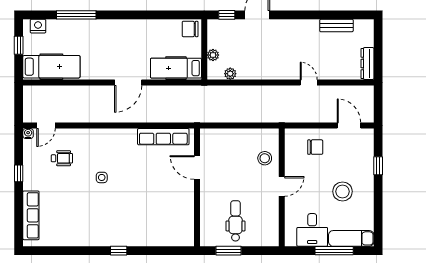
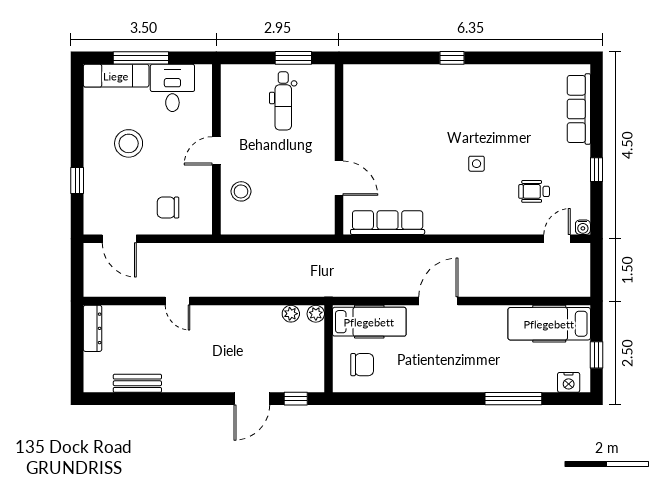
chair: (190, 29) -> (362, 365), moved
plant: (213, 55) -> (316, 314), moved

